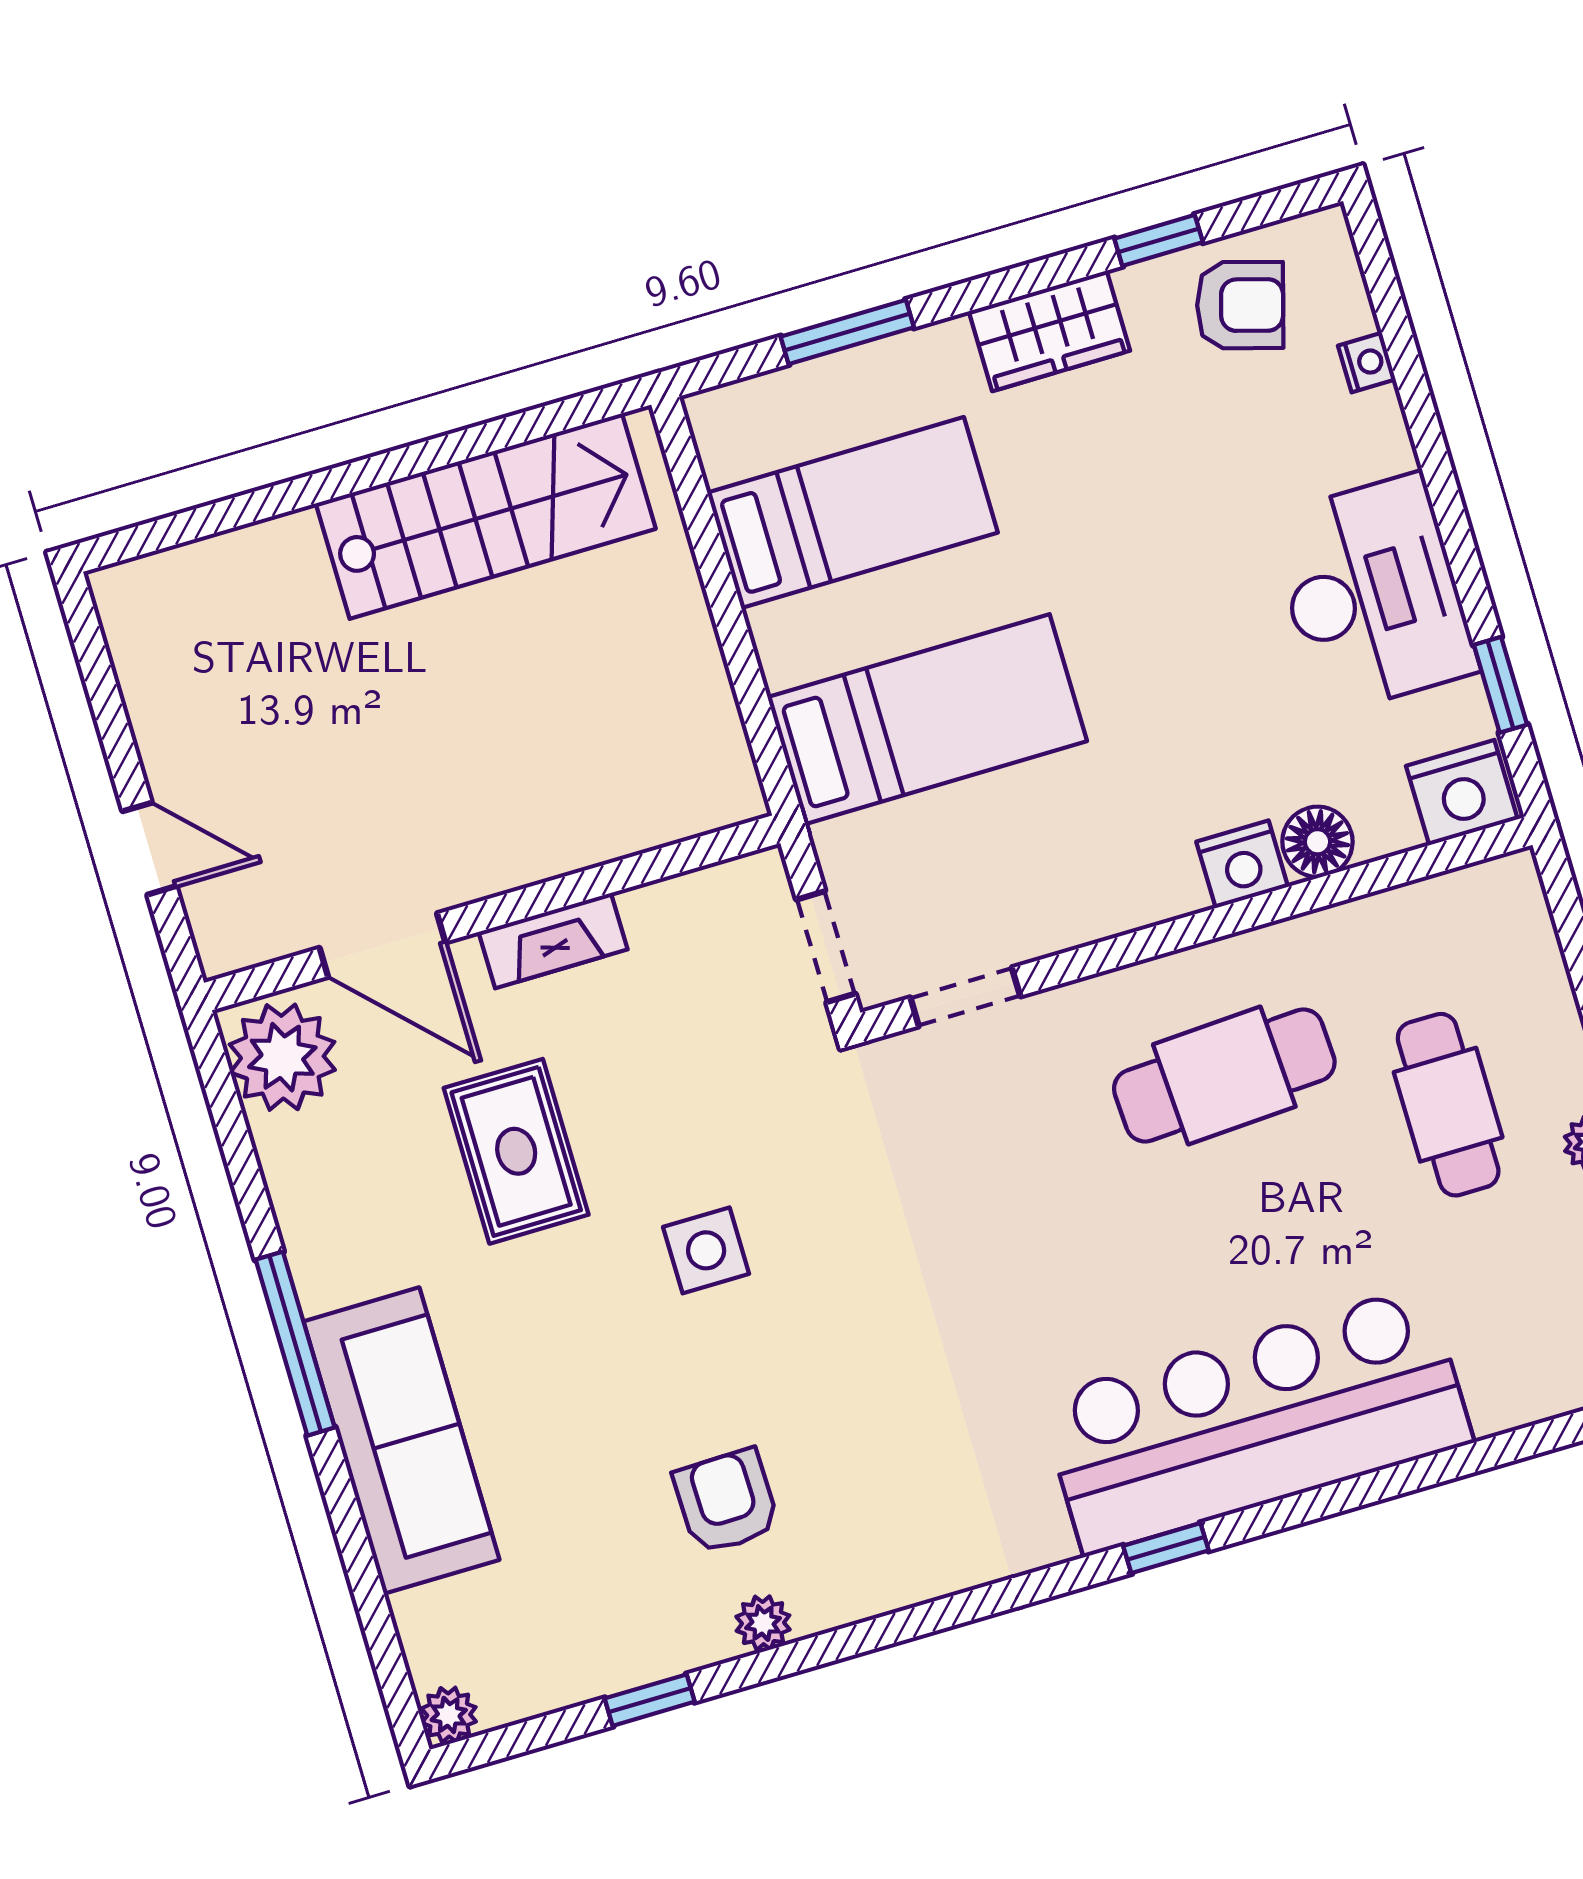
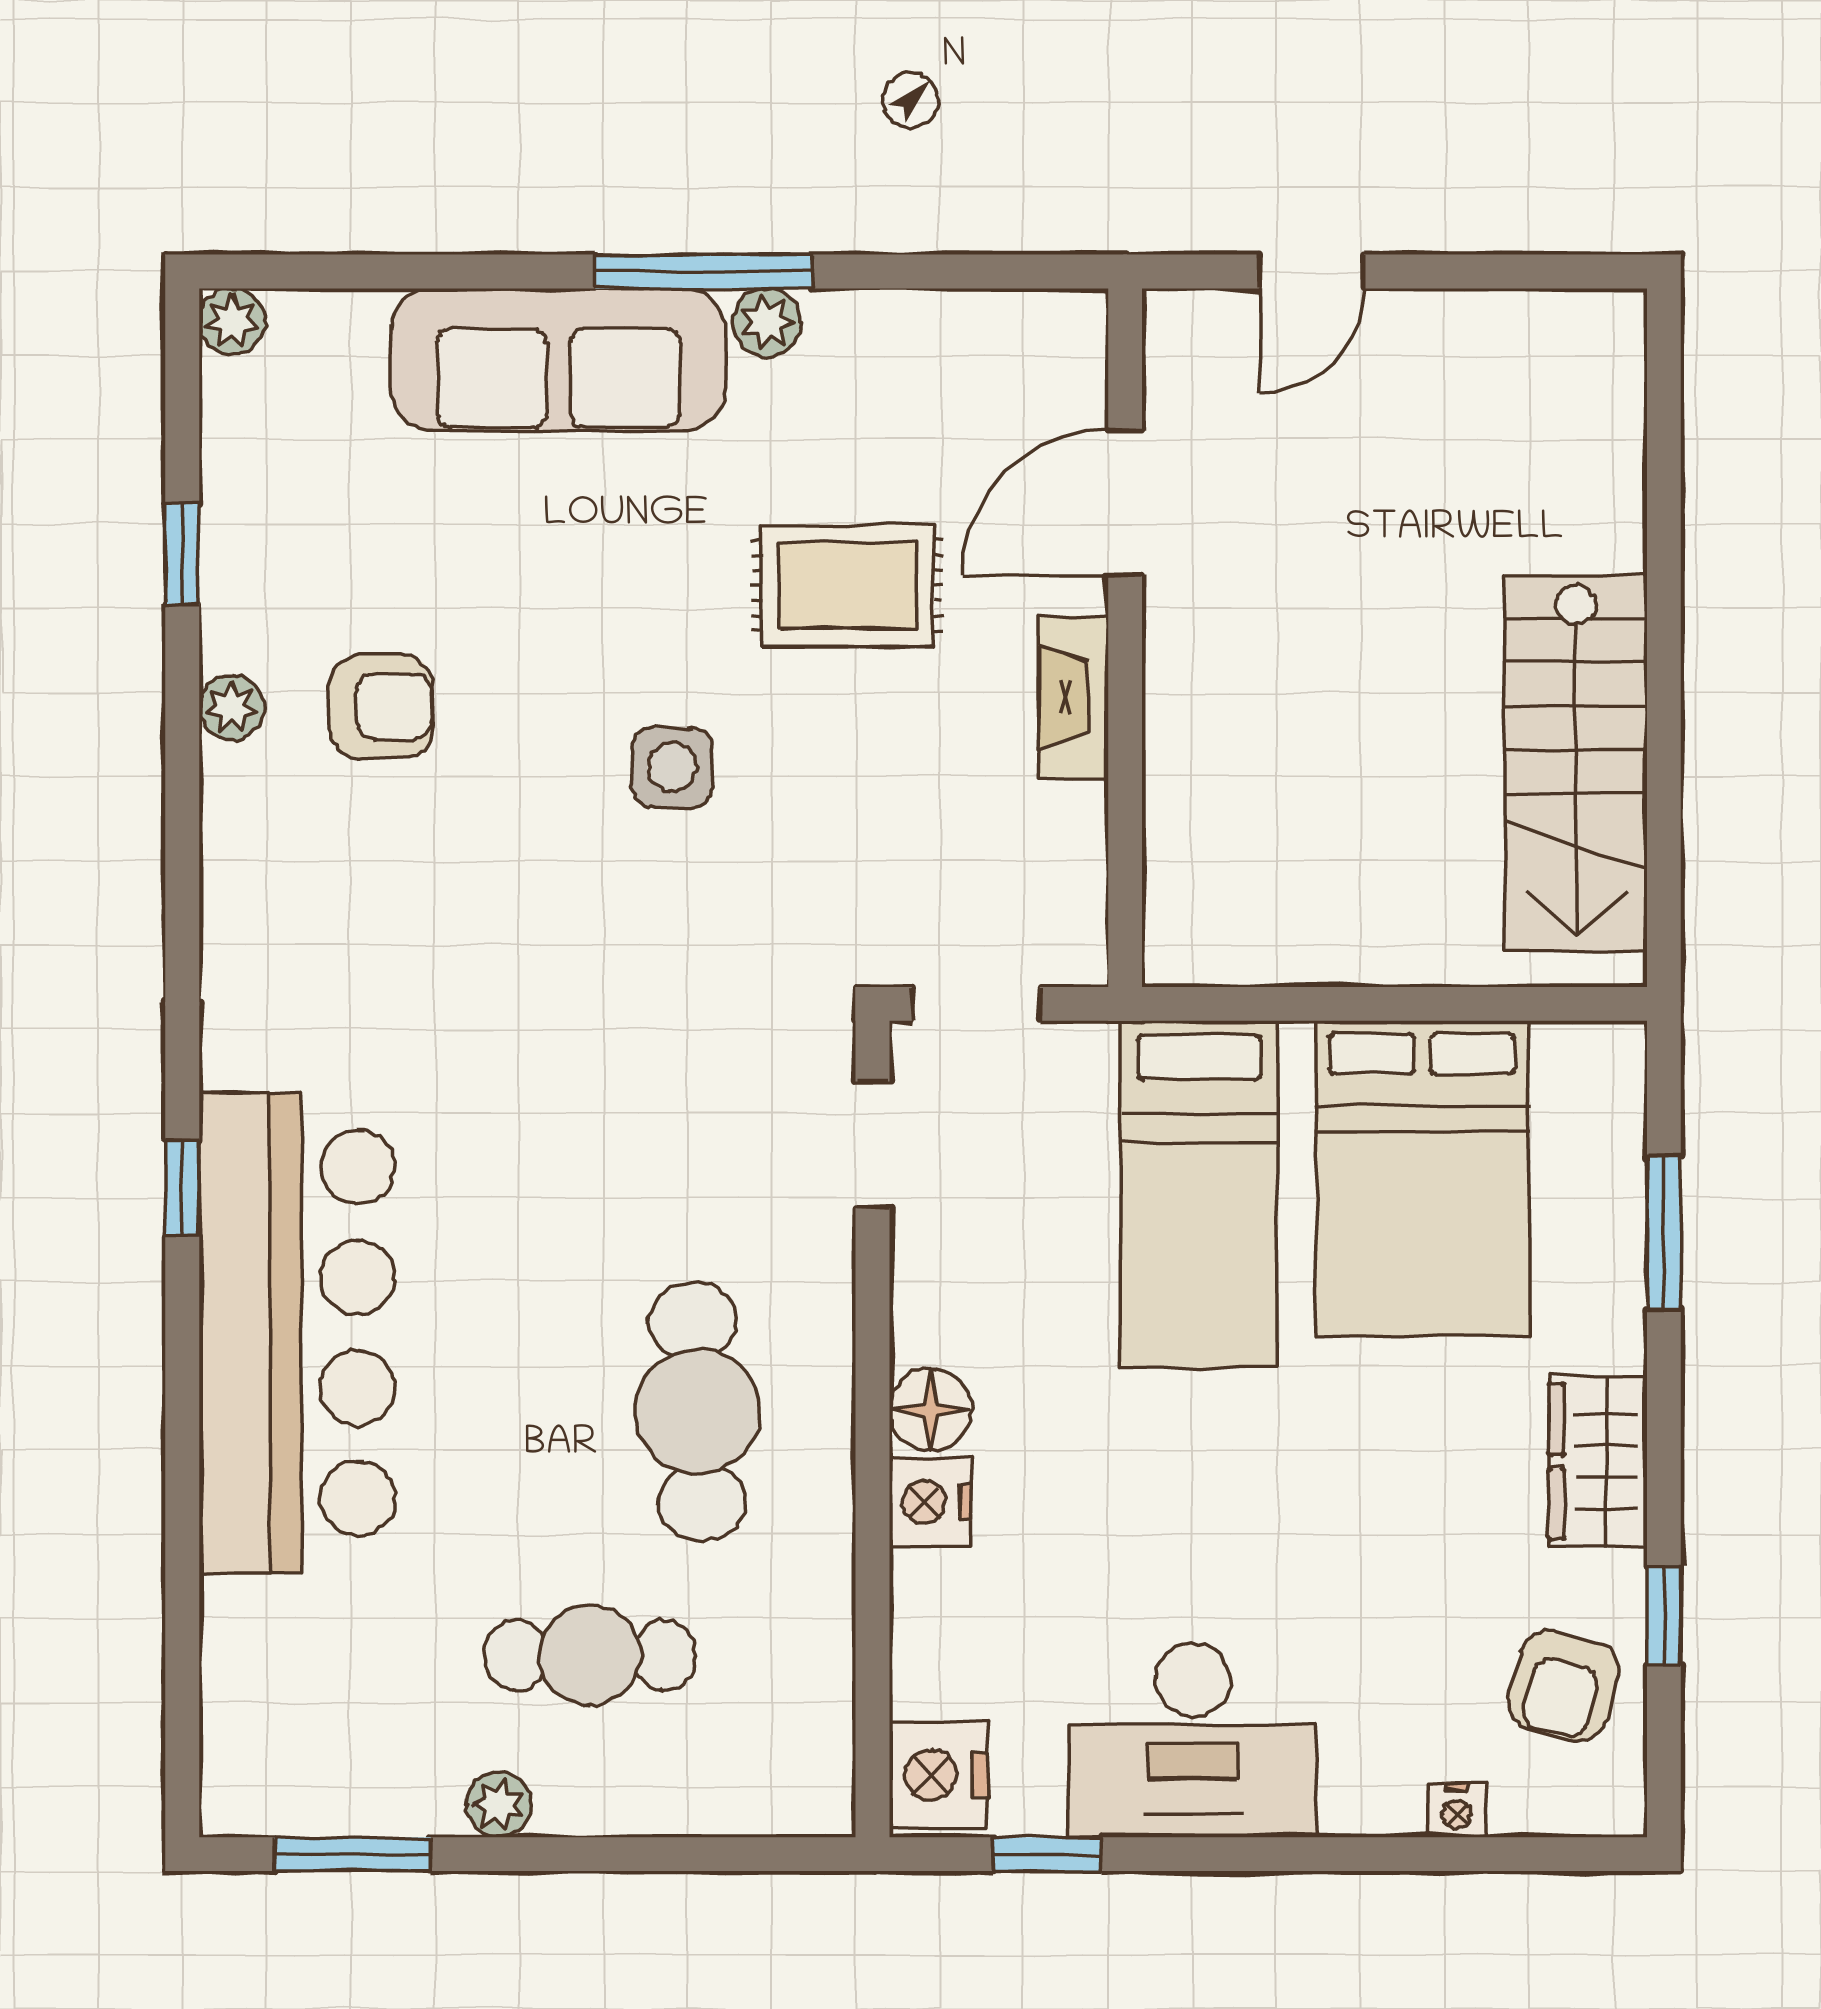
bed: (853, 513) -> (1422, 1179), width x1.50
floor lamp: (1317, 842) -> (931, 1410), moved
plant: (282, 1057) -> (767, 322), moved, width x0.53, depth x0.53

